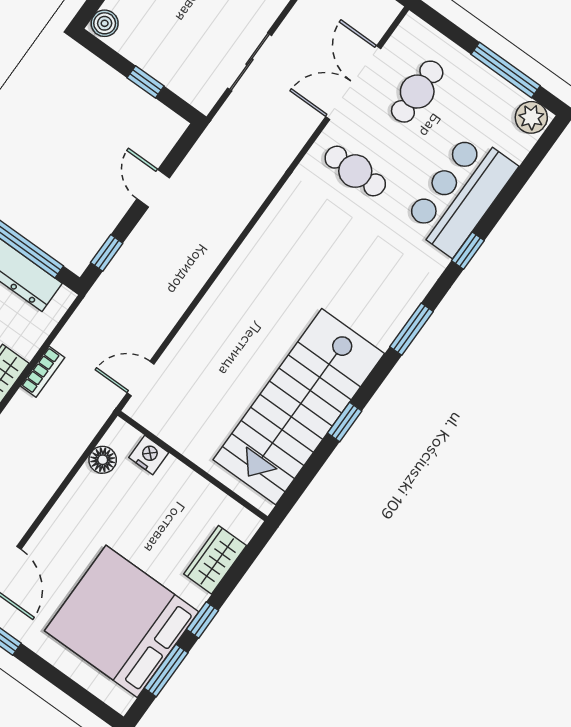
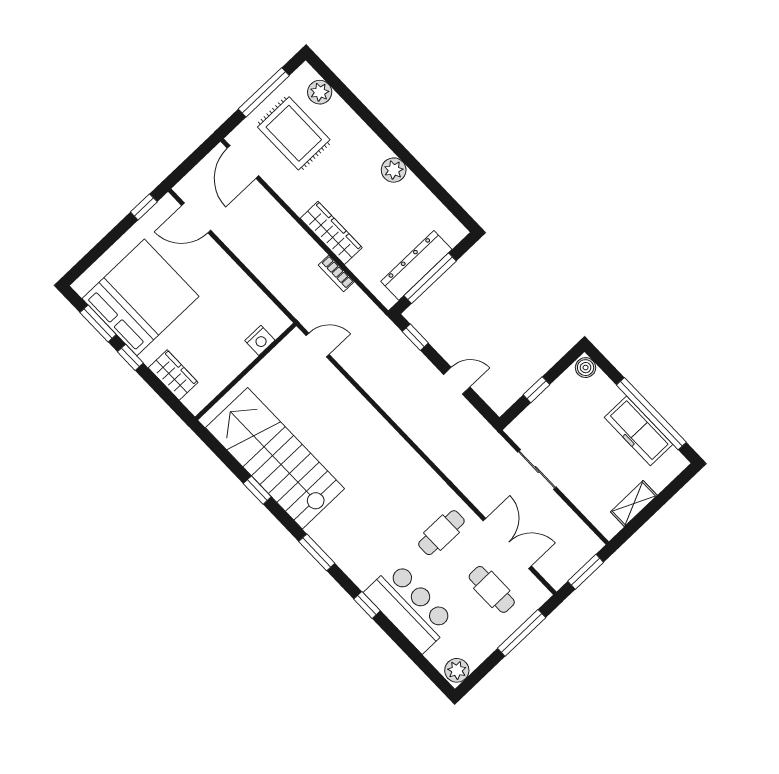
window: (506, 70) -> (522, 633), moved
door: (141, 379) -> (318, 345), hinge flipped
floor lamp: (103, 460) -> (263, 306), removed

